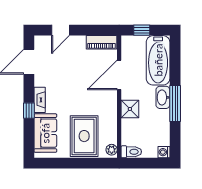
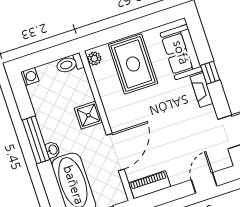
washbasin: (163, 97) -> (53, 150), width x0.52, depth x0.69

